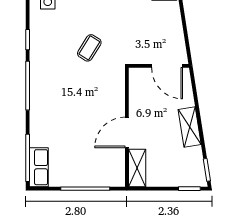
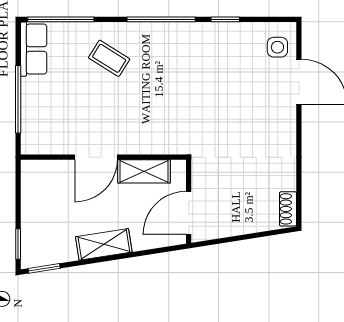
coffee table: (89, 48) -> (109, 58), moved
door: (127, 132) -> (96, 157), swing flipped
row of seats: (39, 167) -> (34, 49), moved, turned -90
shelving: (137, 168) -> (144, 171), moved

